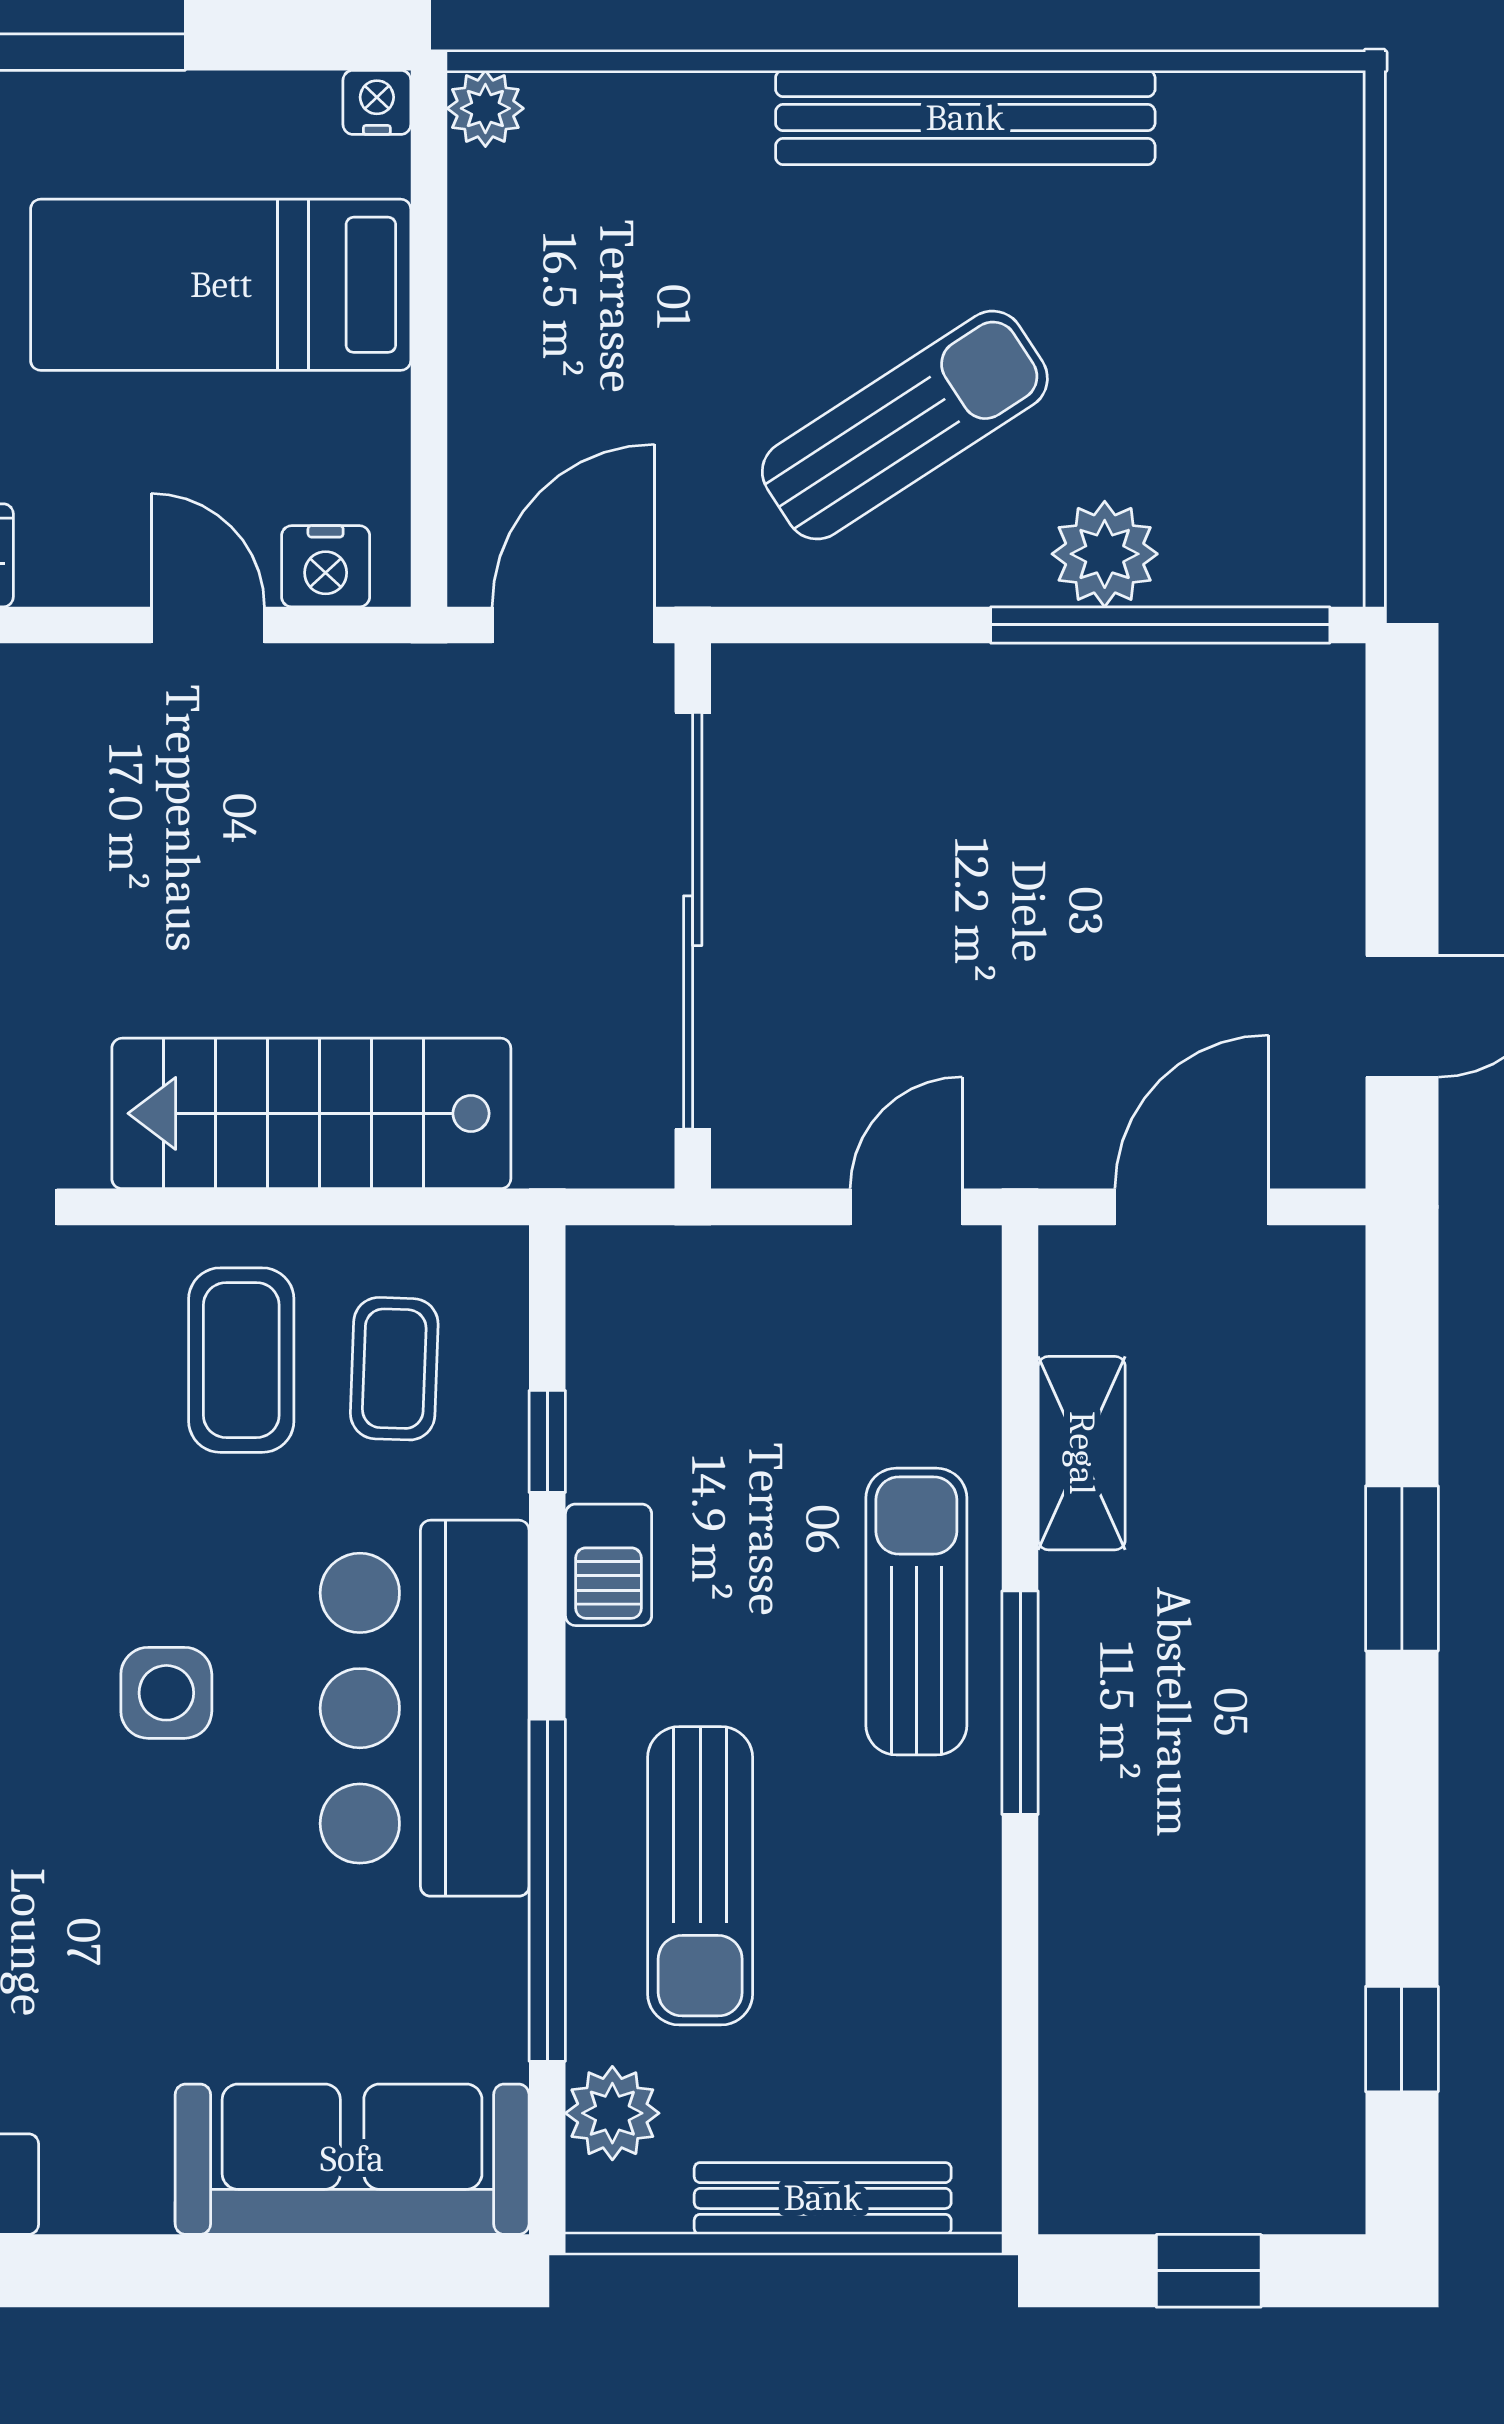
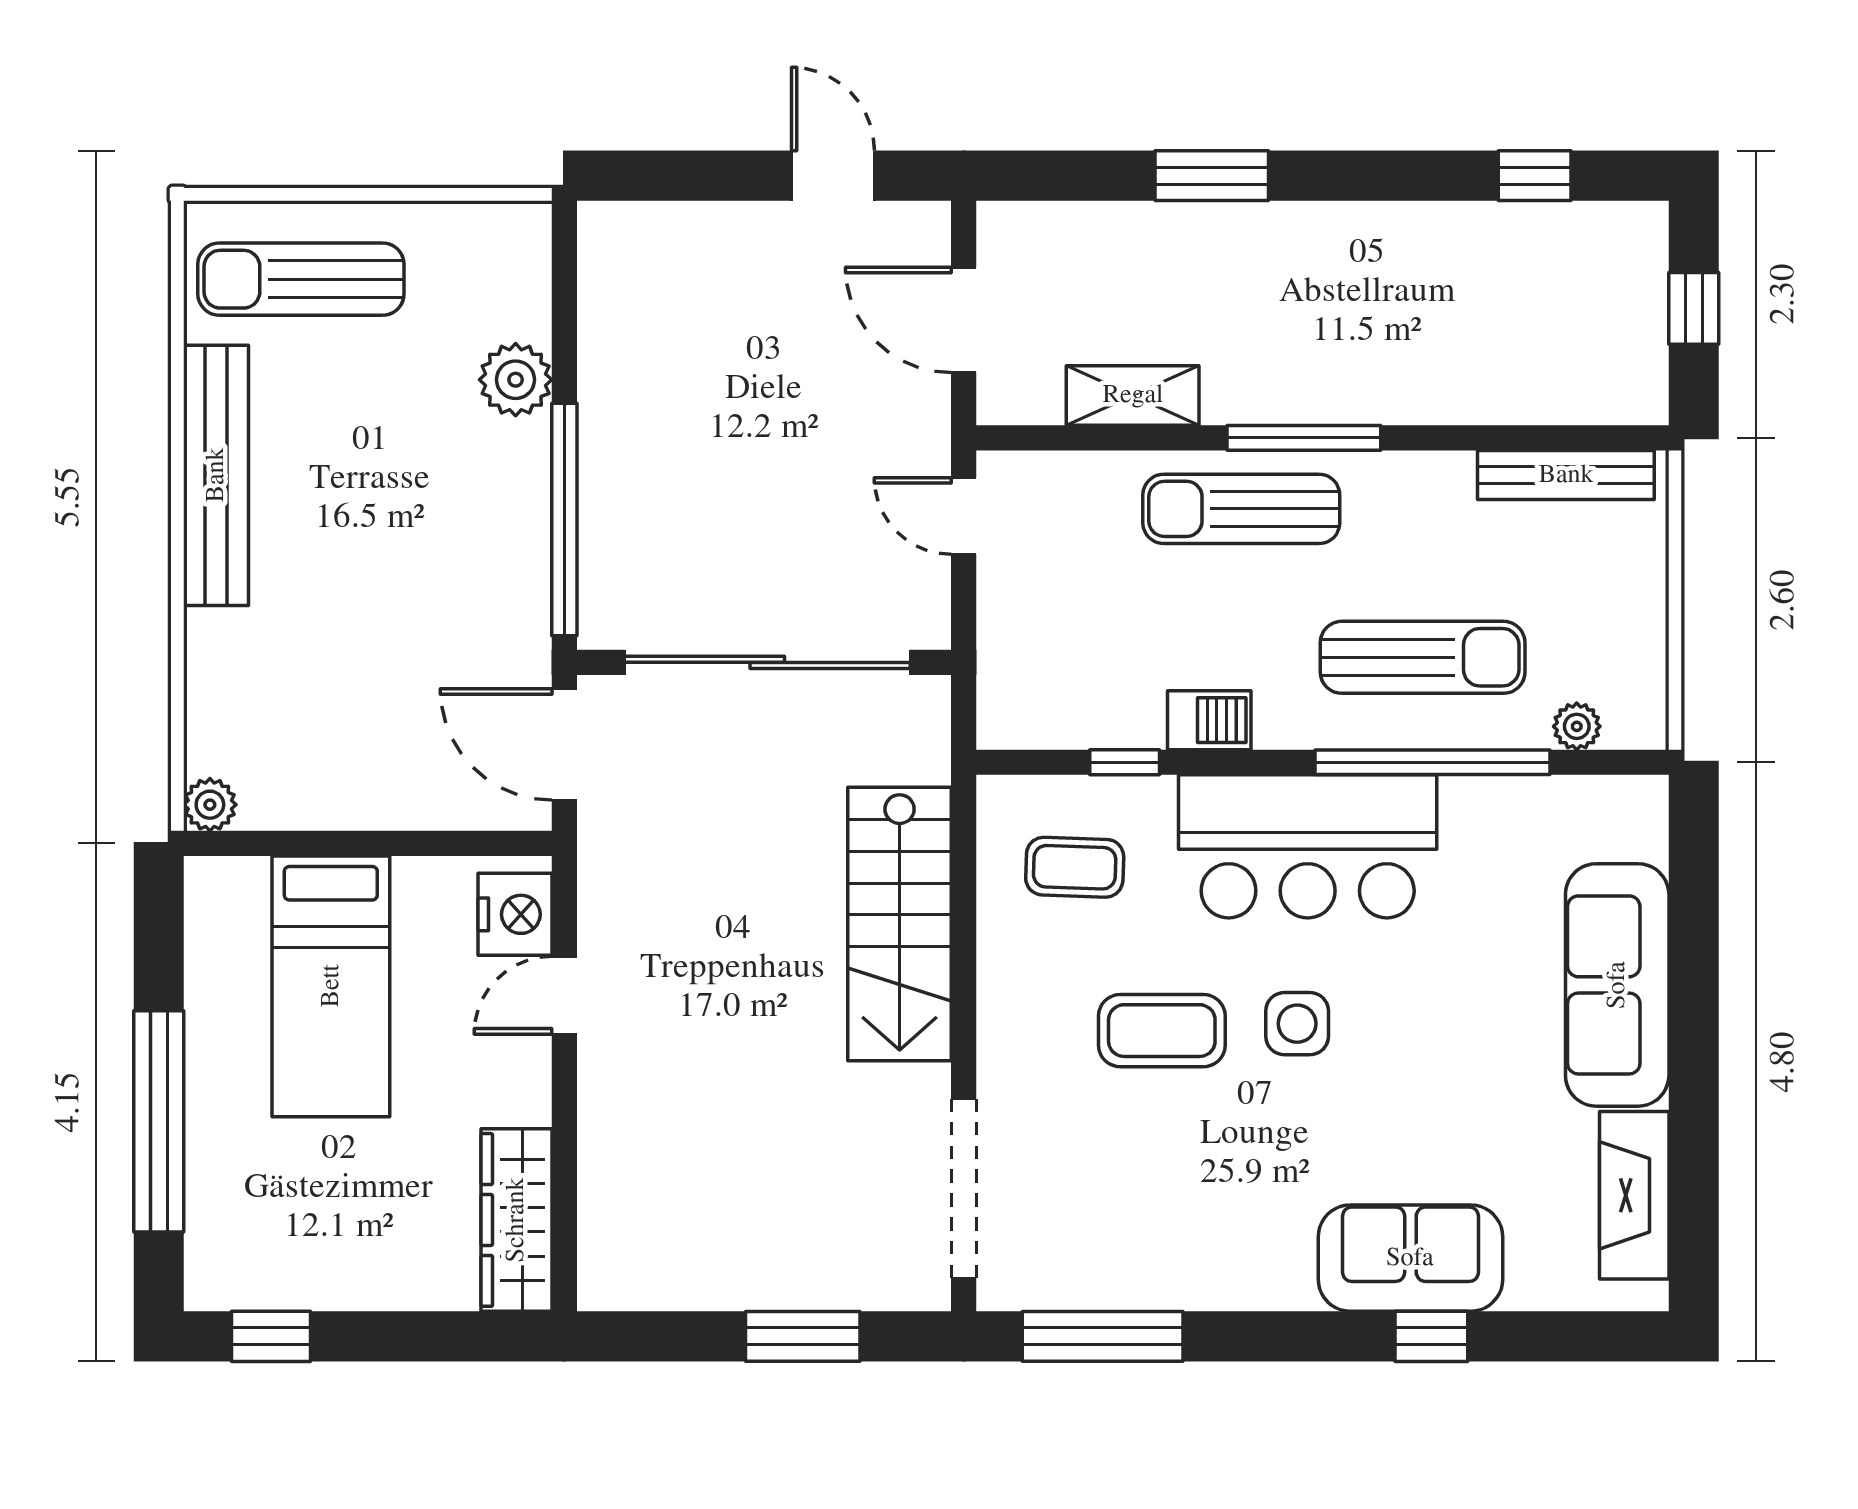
nightstand: (377, 102) -> (206, 879), removed
sun lounger: (905, 425) -> (301, 279), moved, turned -57
nightstand: (326, 566) -> (515, 914), width x1.36, depth x1.33
window: (1160, 625) -> (564, 519), moved
coffee table: (241, 1360) -> (1162, 1031), moved
plant: (612, 2113) -> (1577, 726), width x0.73, depth x0.73
sofa: (352, 2159) -> (1617, 985), moved
bench: (823, 2198) -> (1566, 475), moved, turned 90

